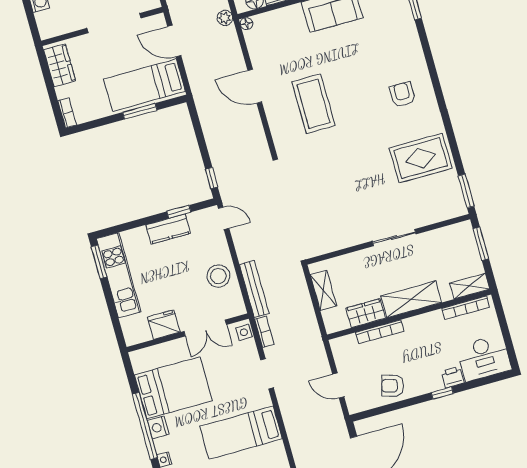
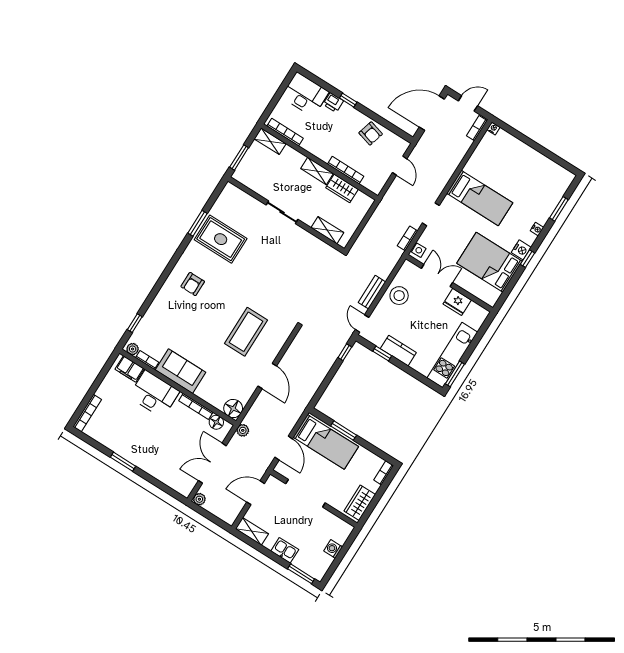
floor lamp: (246, 24) -> (233, 409), width x1.89, depth x1.89
window: (466, 191) -> (198, 223), moved
bench: (254, 289) -> (372, 292), moved, width x0.73
shelving: (323, 290) -> (327, 230), moved, turned 90
shelving: (411, 299) -> (317, 171), width x0.67, depth x0.75
window: (145, 426) -> (527, 259), width x0.32

